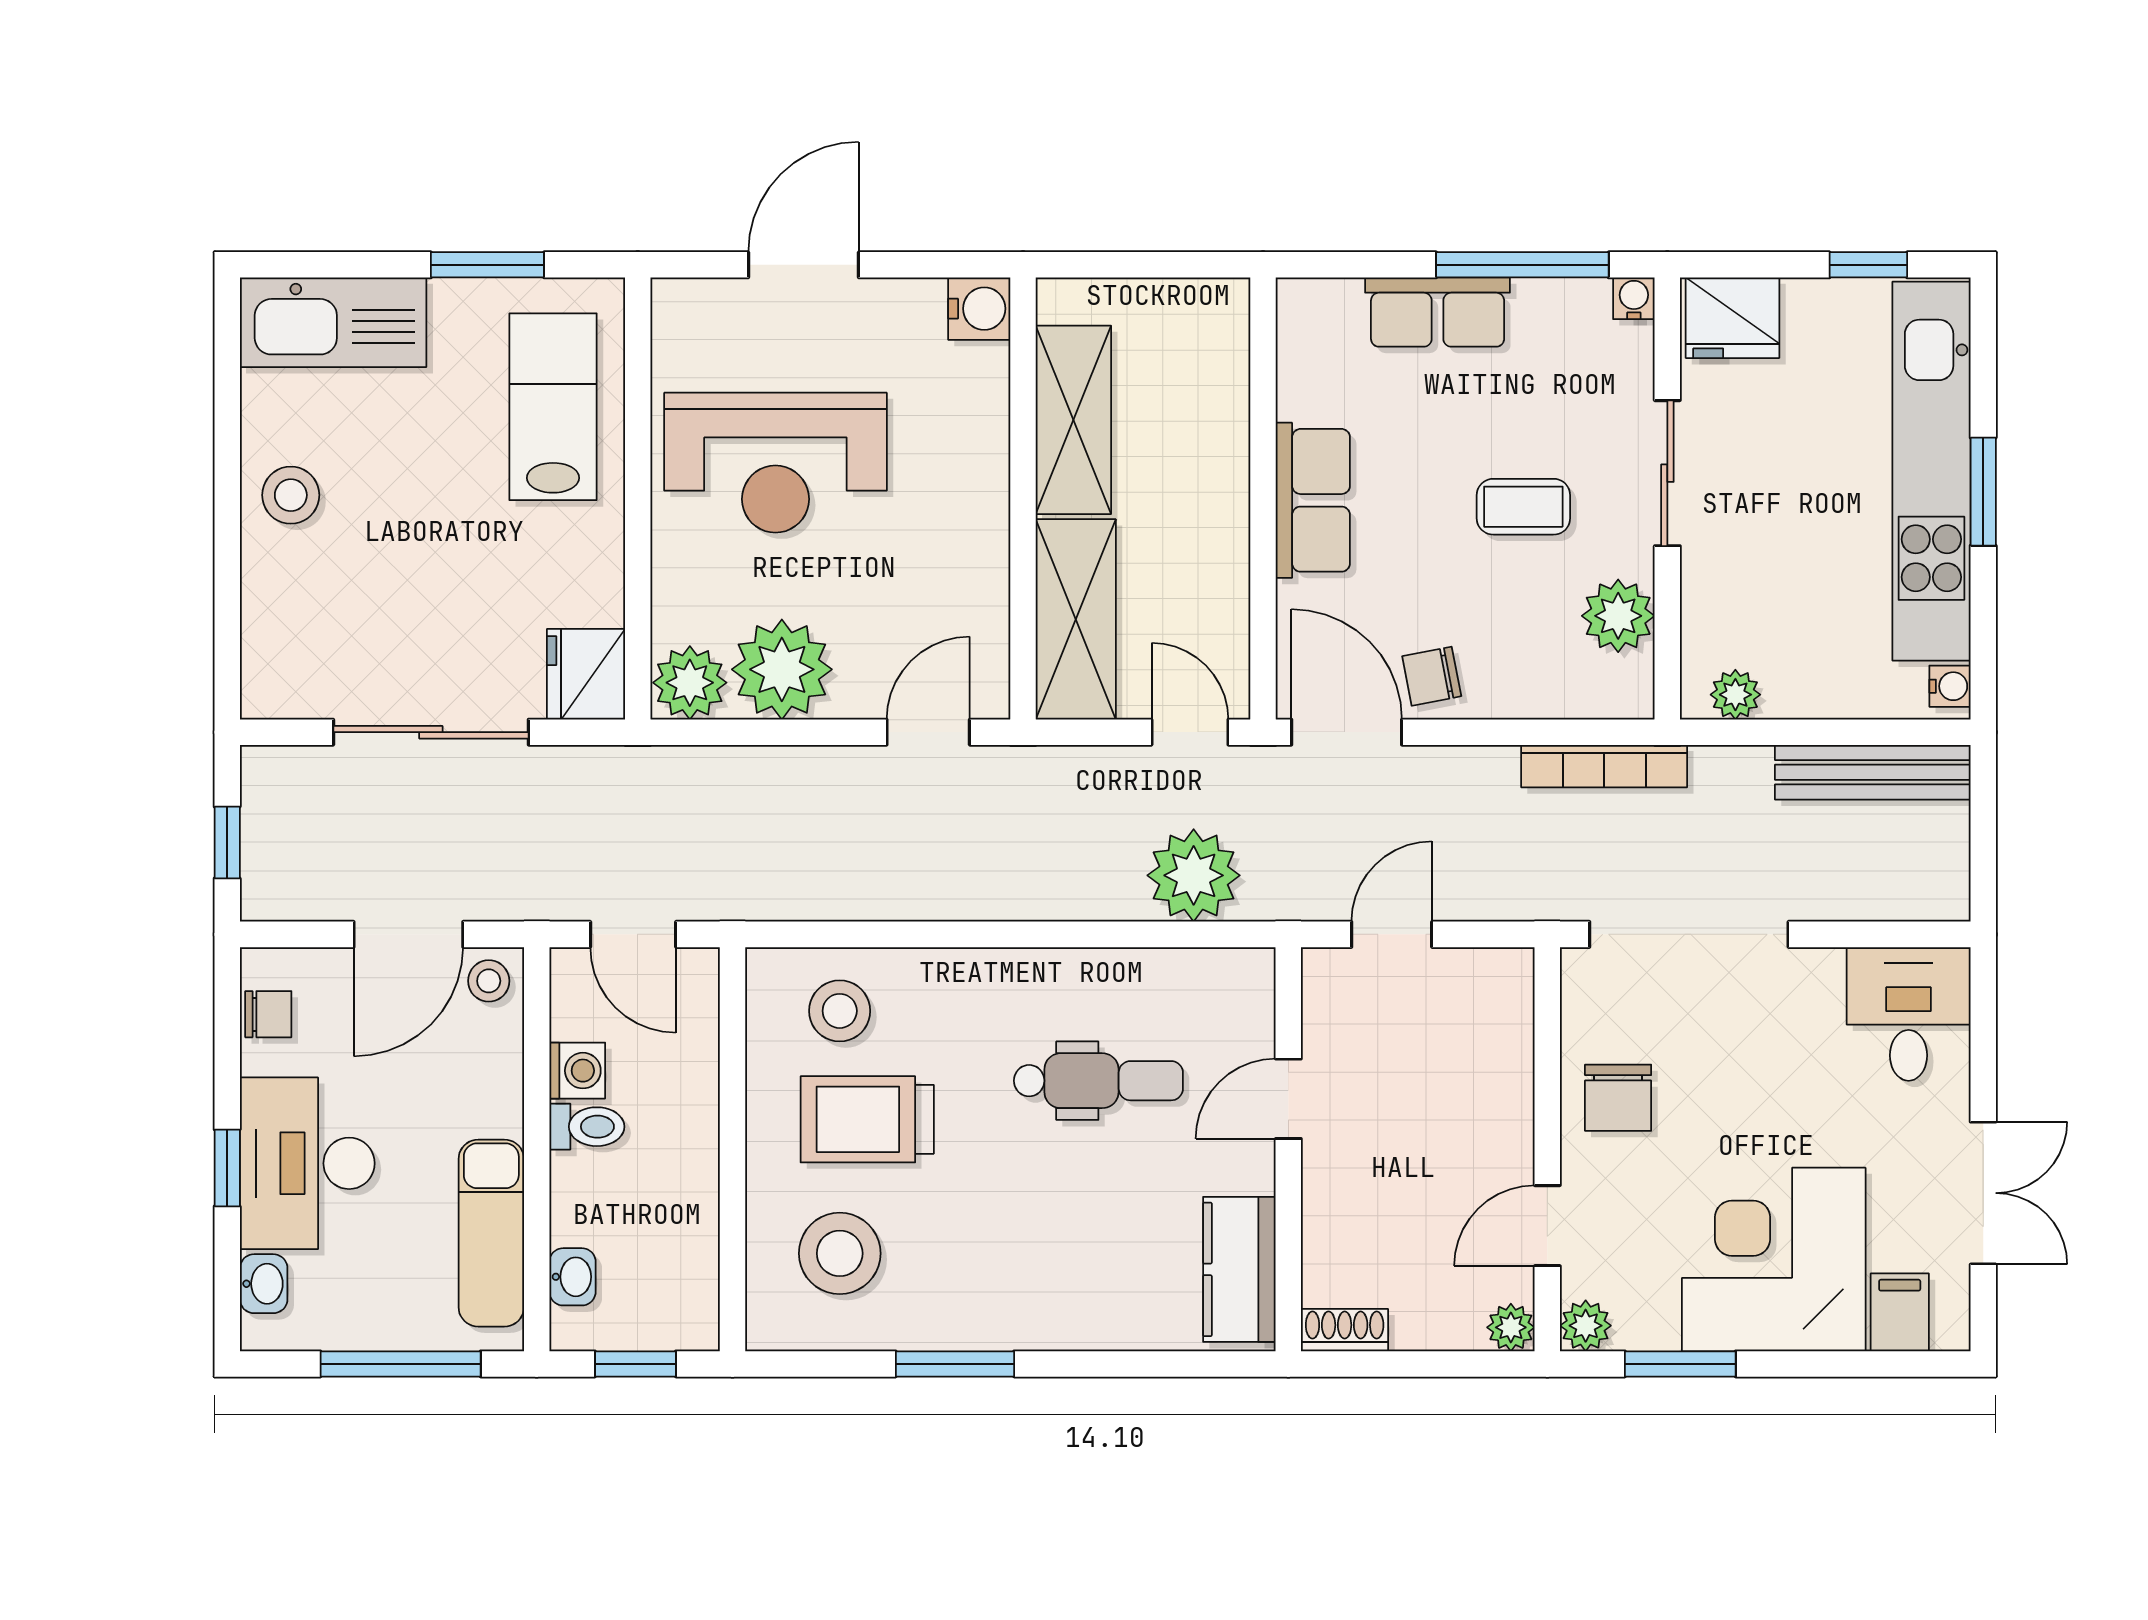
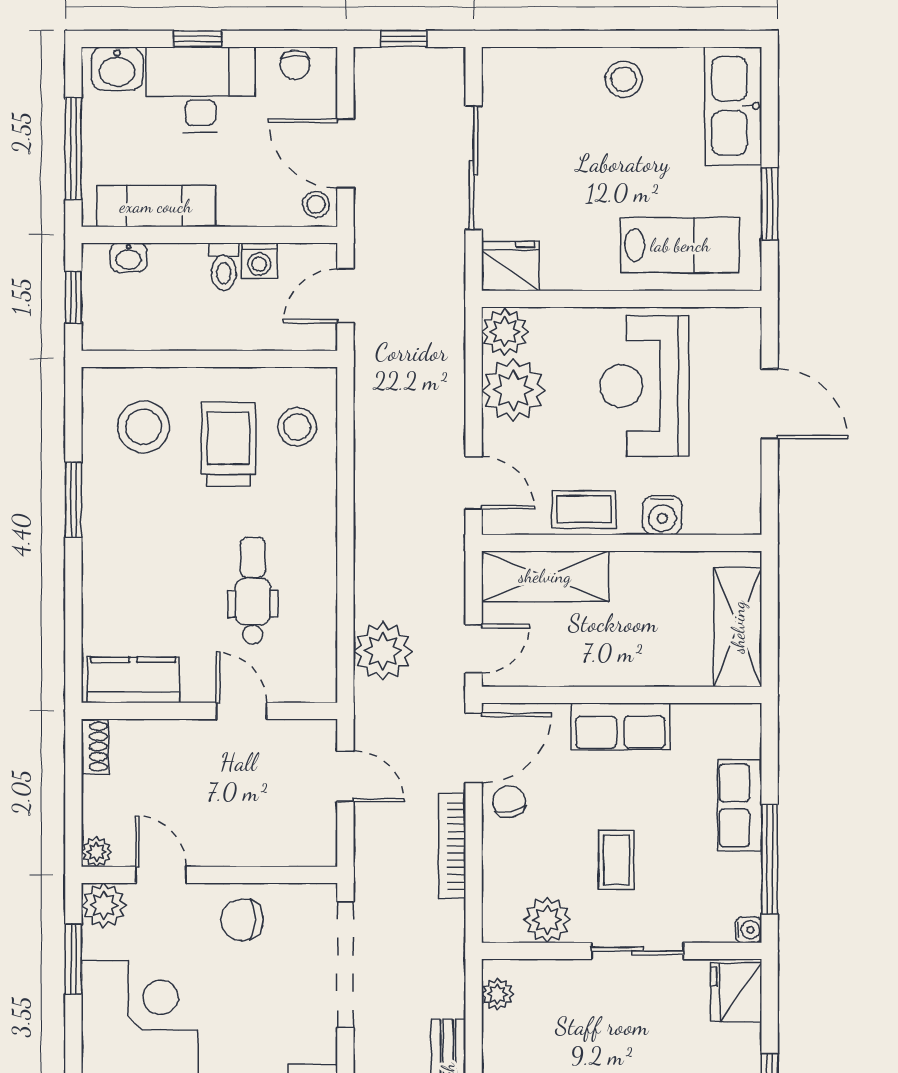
water cooler: (979, 309) -> (662, 515), moved
shelving: (1073, 420) -> (738, 627), moved, turned 90
coffee table: (970, 558) -> (584, 509), added
bookcase: (1604, 766) -> (452, 846), moved
dental chair: (1098, 1081) -> (253, 591), turned 180
washbasin: (264, 1284) -> (117, 69), width x1.38, depth x1.45
plant: (1586, 1326) -> (104, 905), width x1.38, depth x1.38

